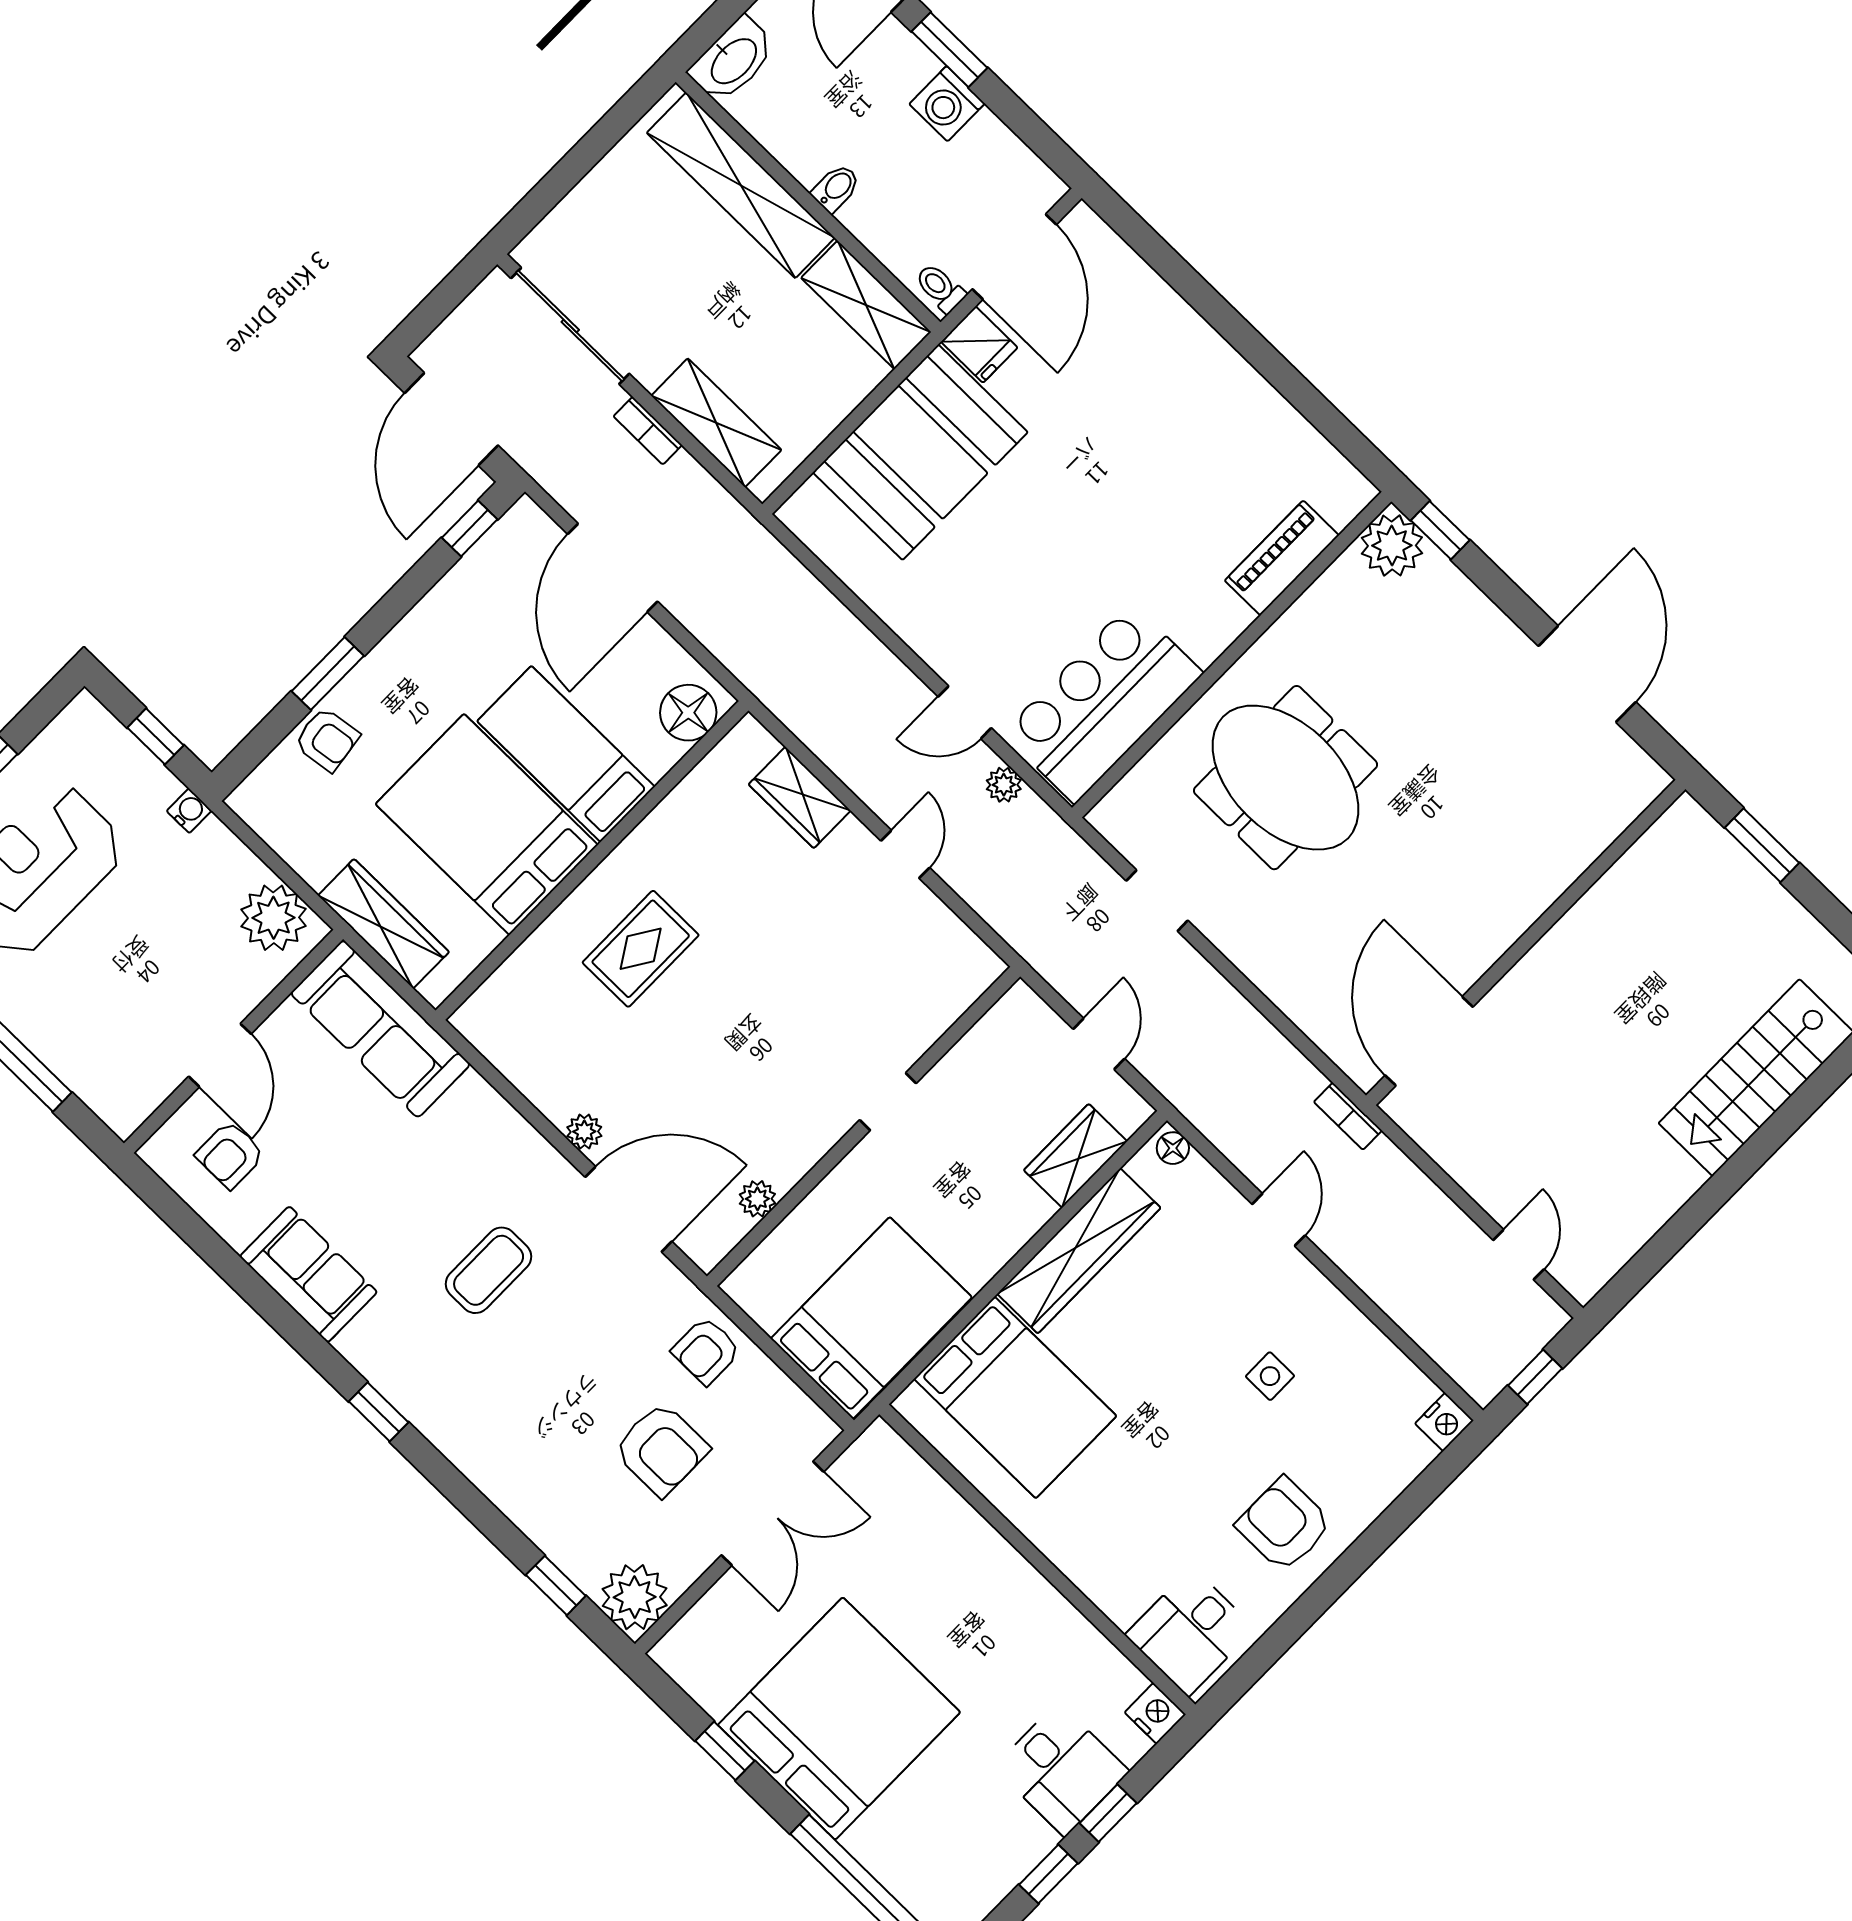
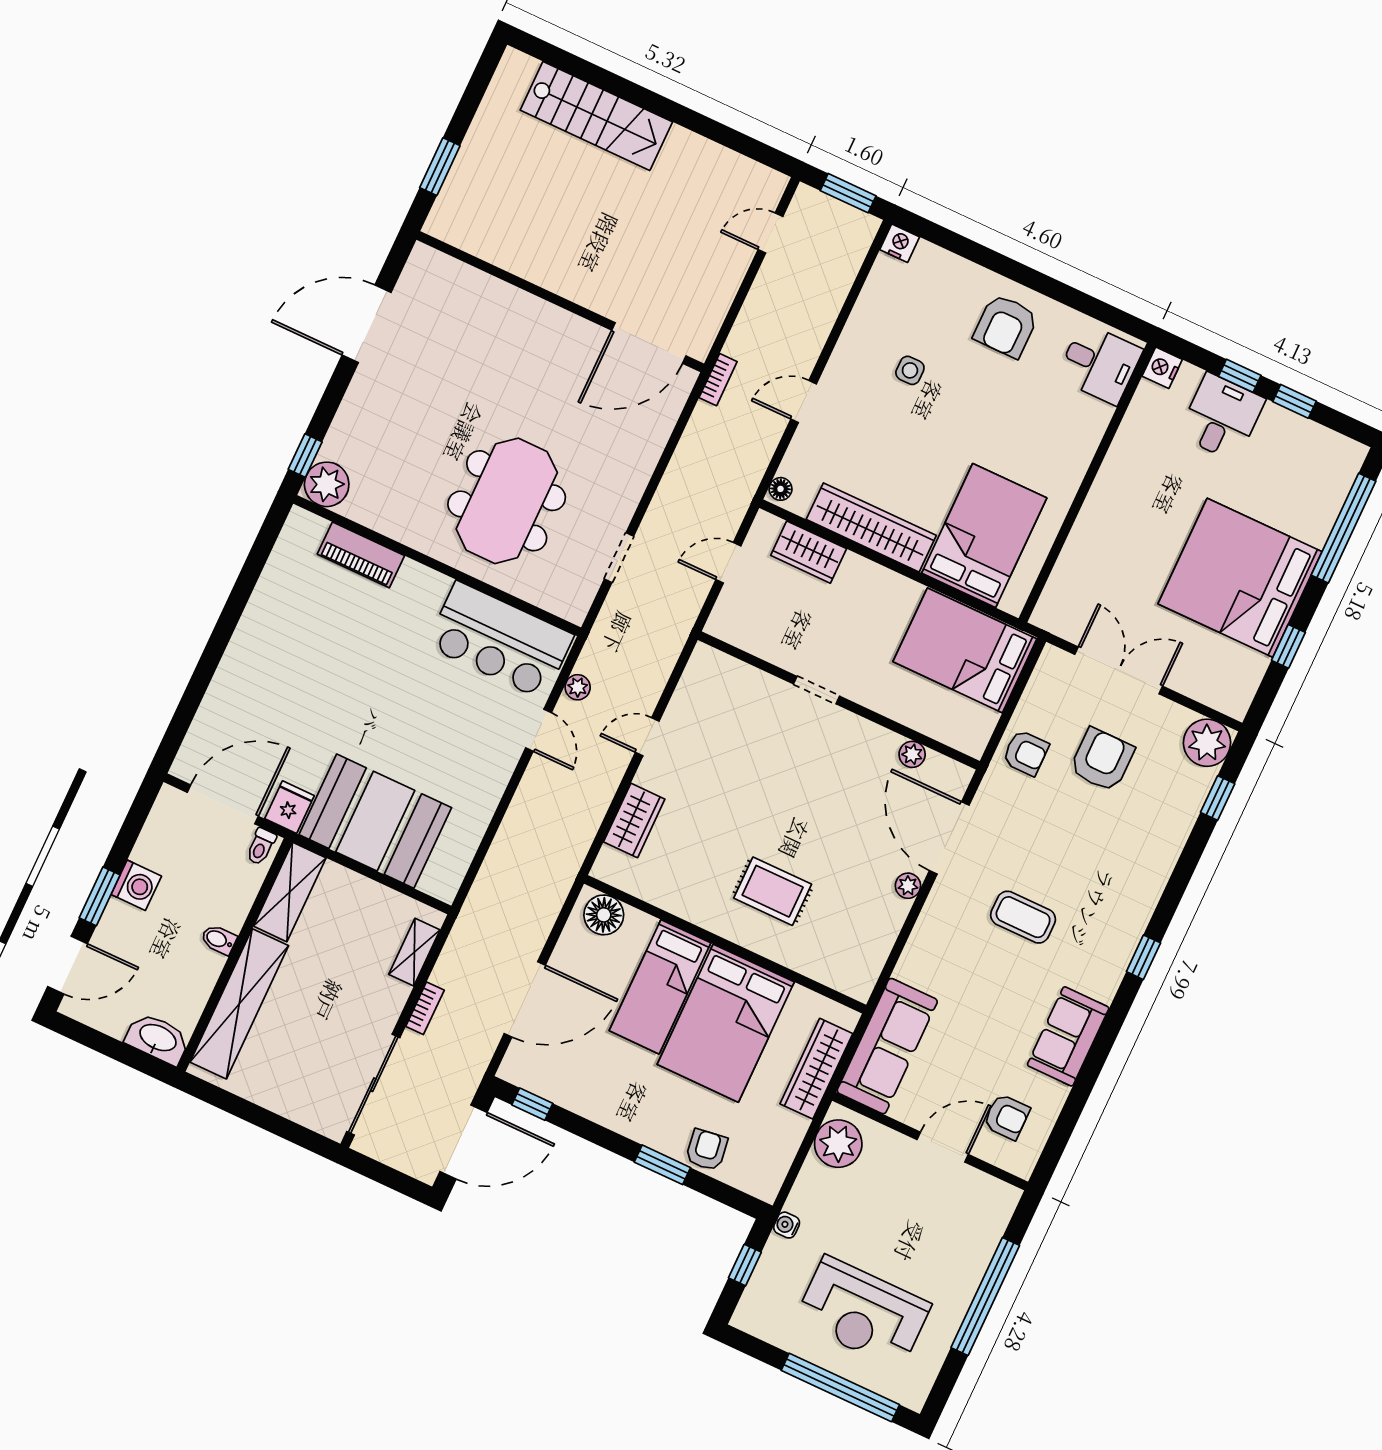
shelving: (716, 423) -> (414, 952), width x0.67, depth x0.75
window: (1535, 1377) -> (848, 193), width x1.50

